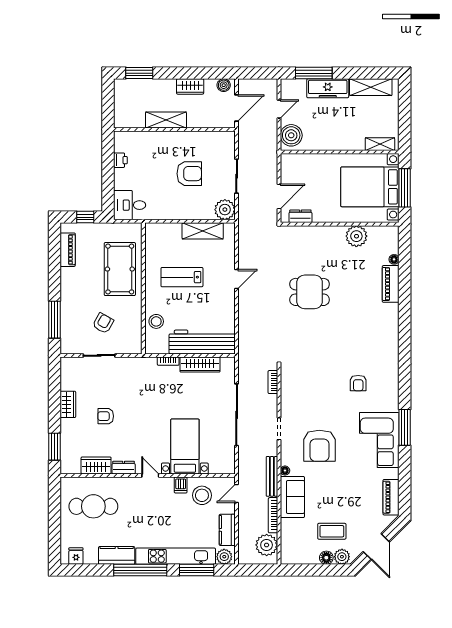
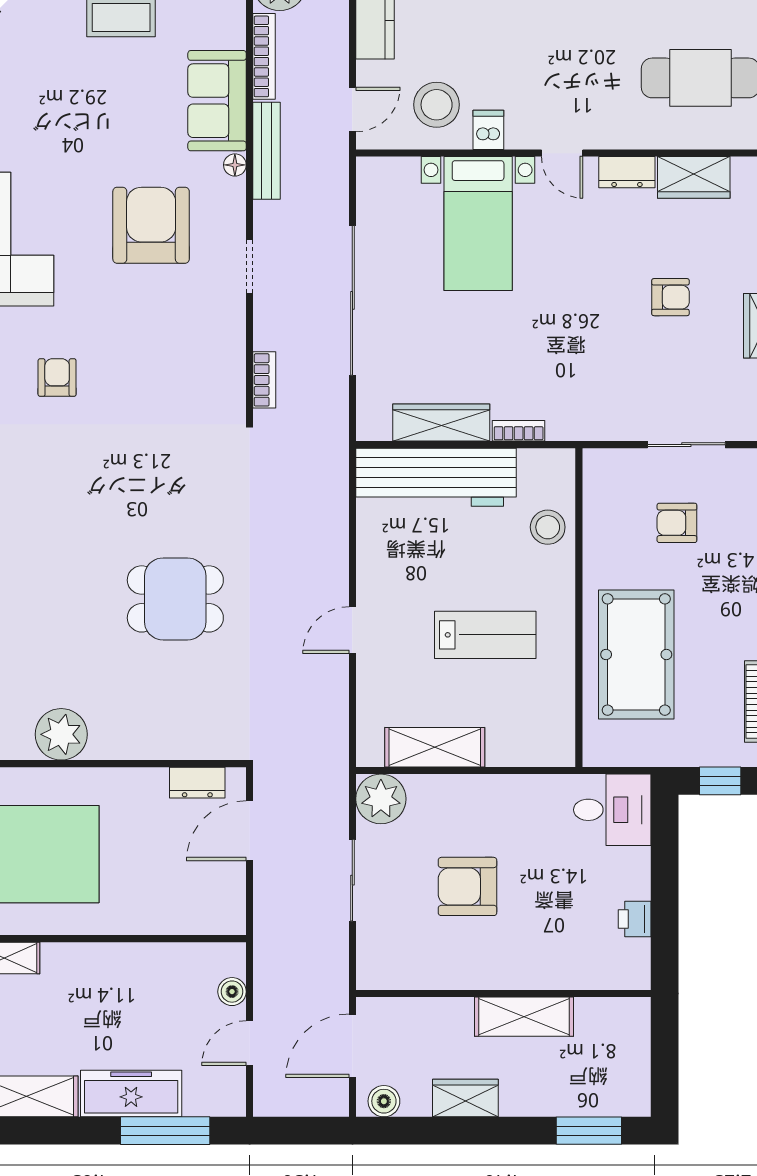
boiler: (291, 135) -> (232, 992), width x0.54, depth x0.54
armchair: (103, 323) -> (677, 523), turned 61

